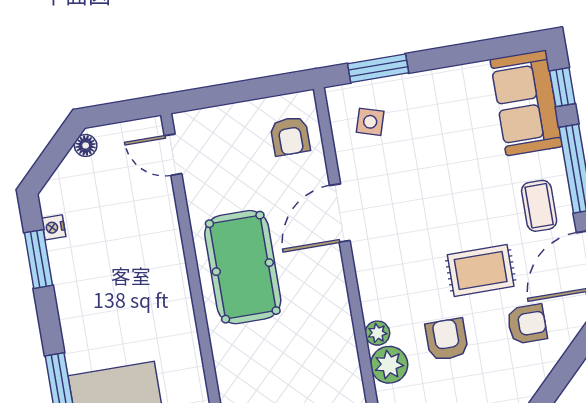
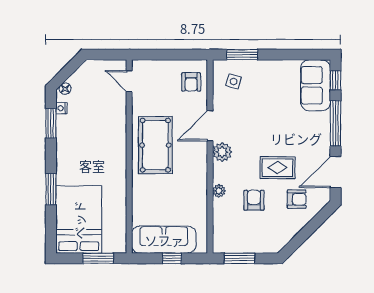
floor lamp: (86, 145) -> (65, 89), moved
coffee table: (539, 206) -> (313, 139), removed
plant: (389, 365) -> (222, 152), moved

